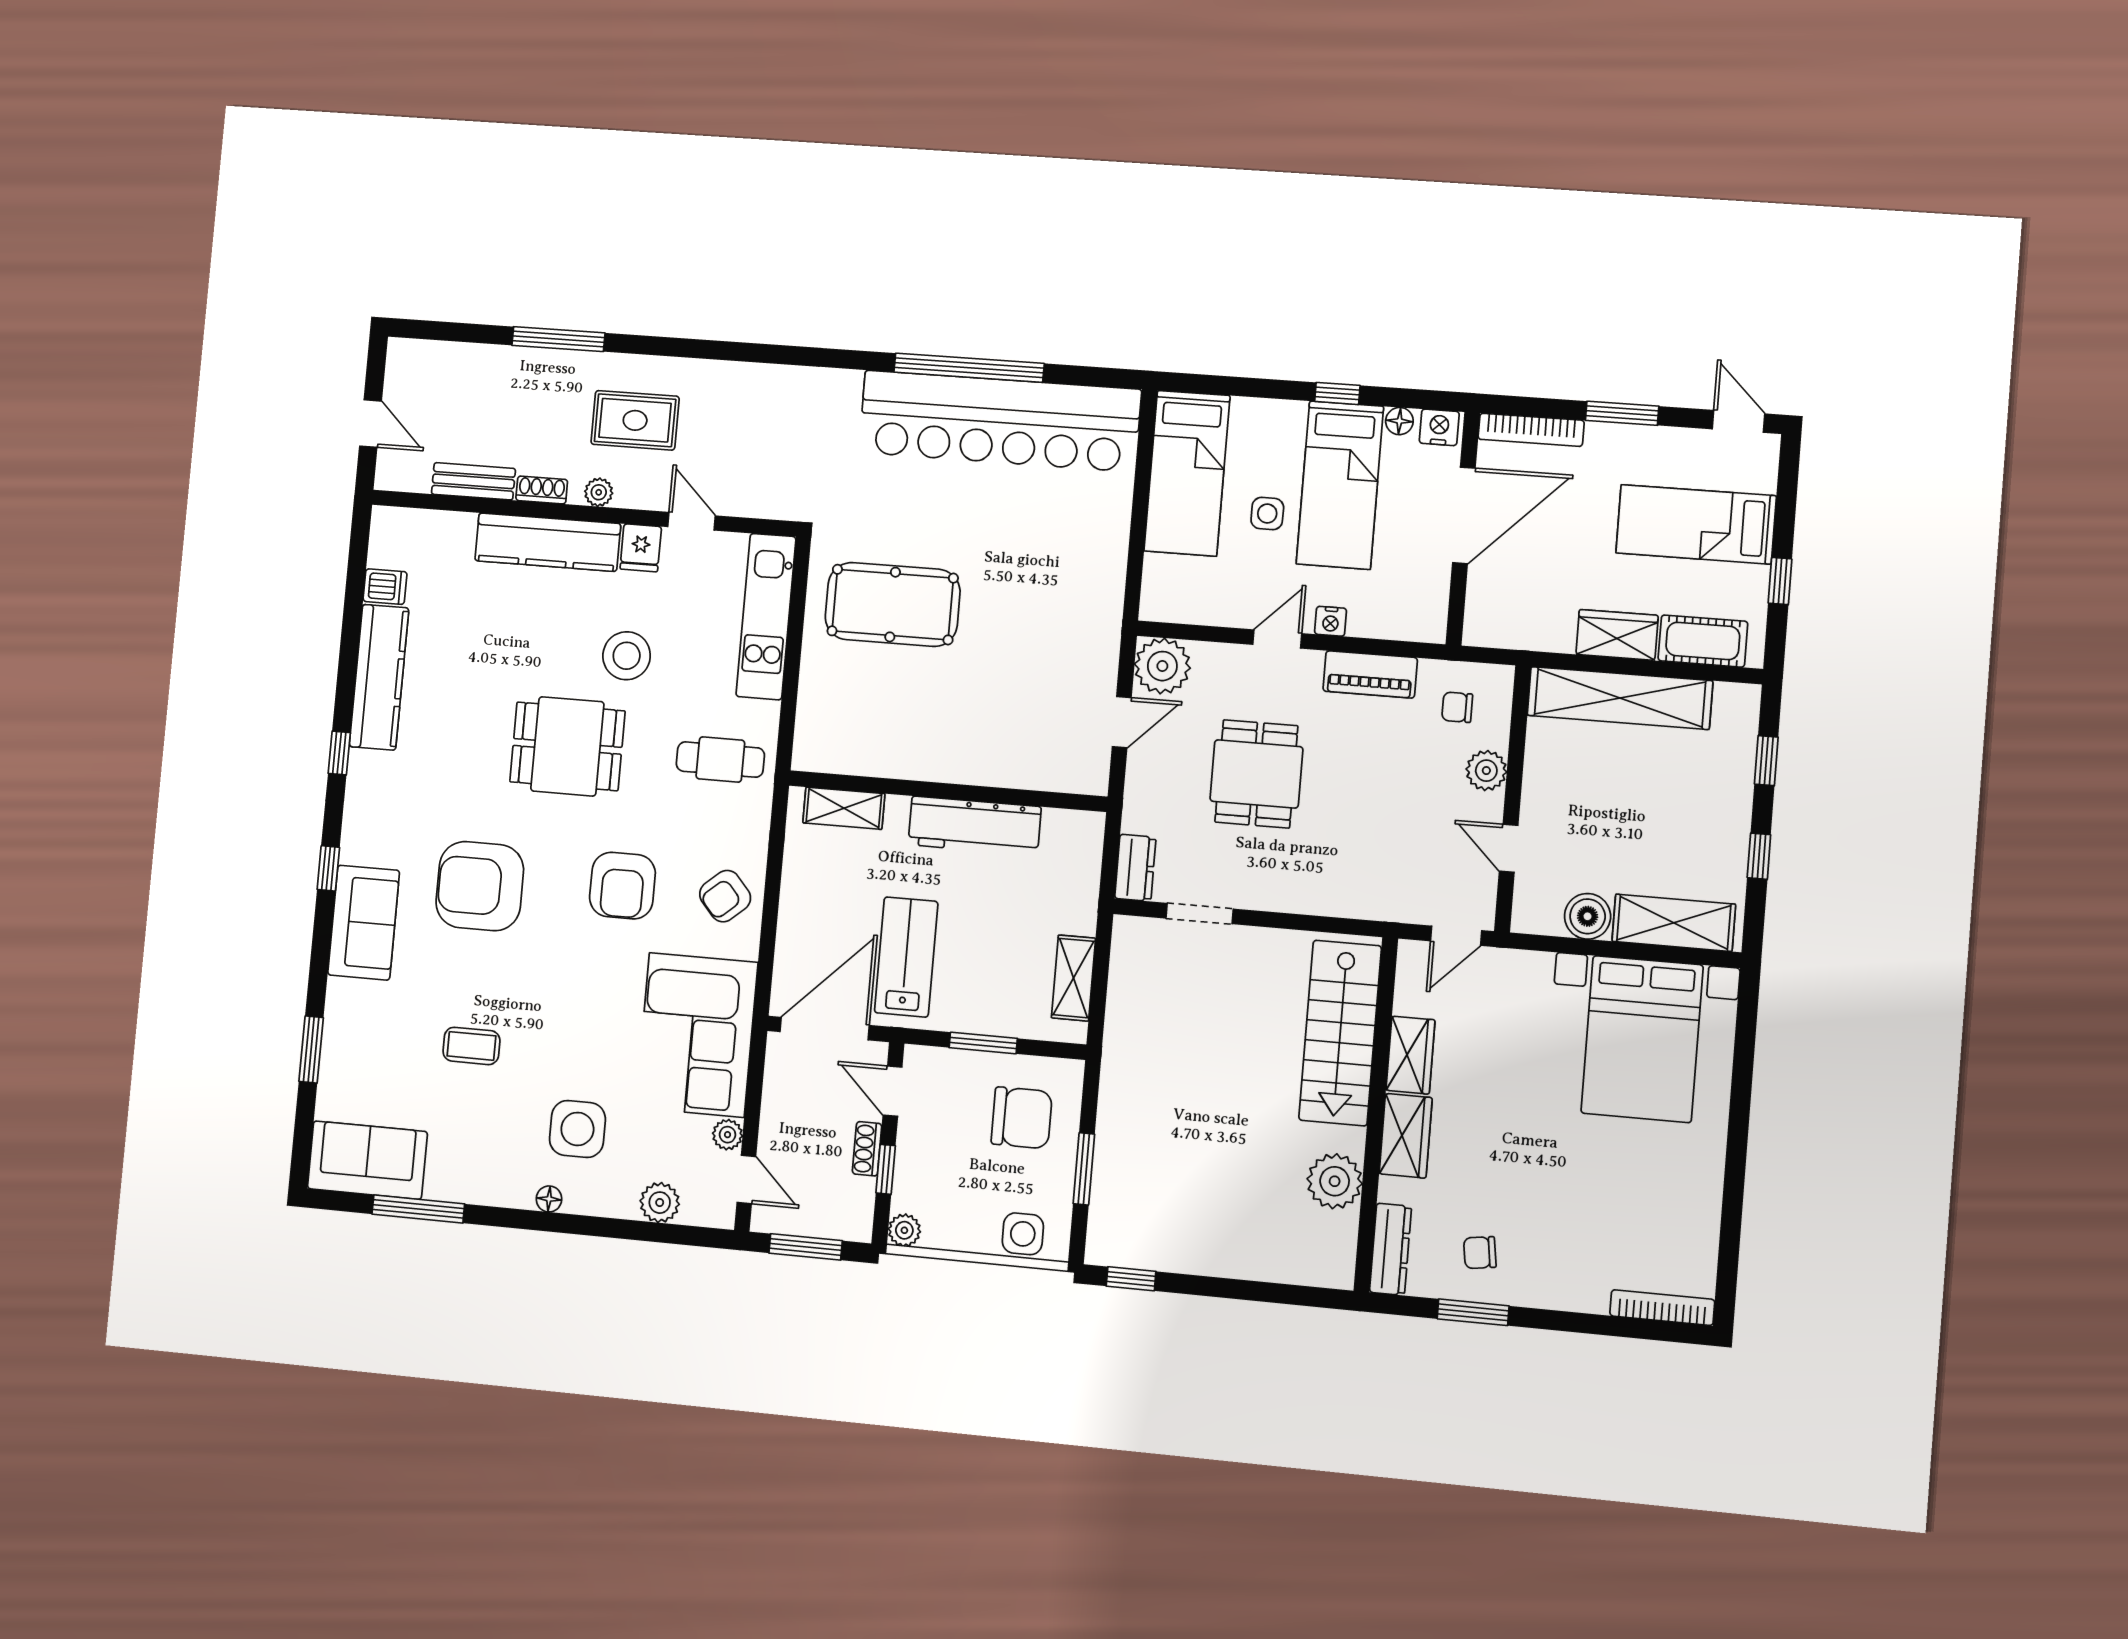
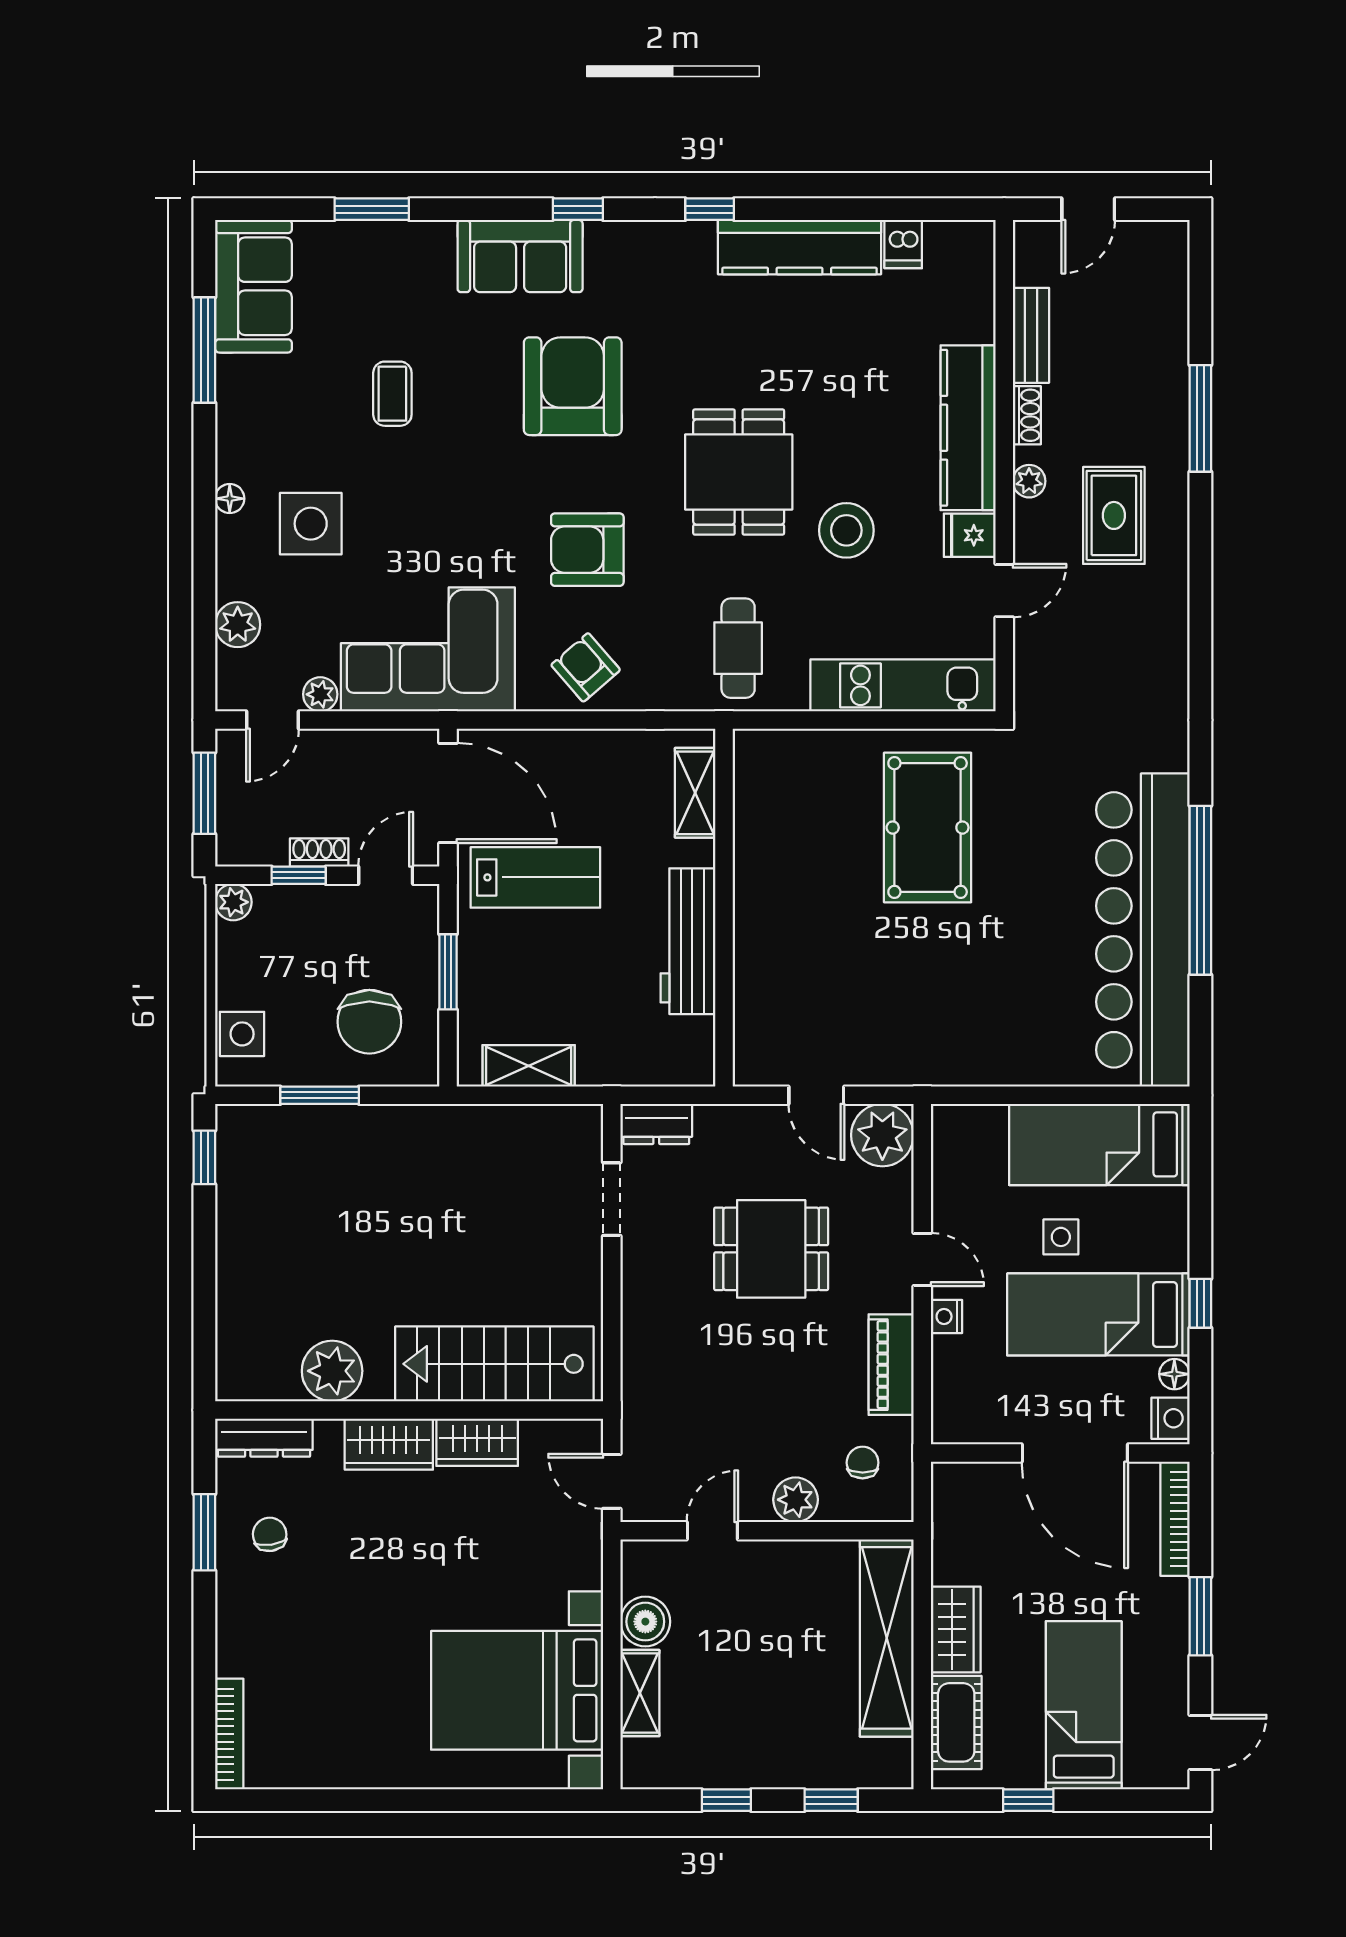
shelving: (1674, 923) -> (640, 1693), width x0.67, depth x0.75

